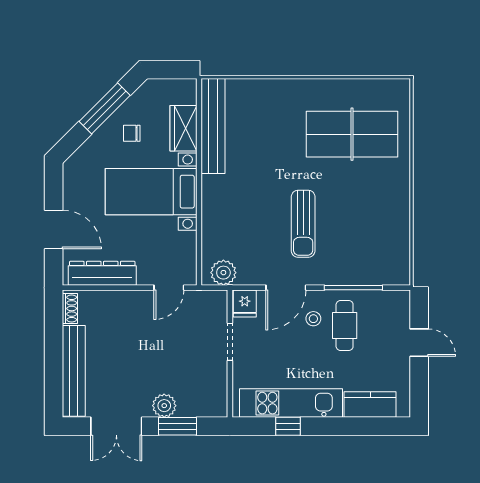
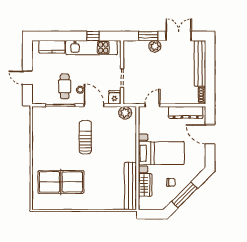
door: (286, 288) -> (94, 105), hinge flipped

